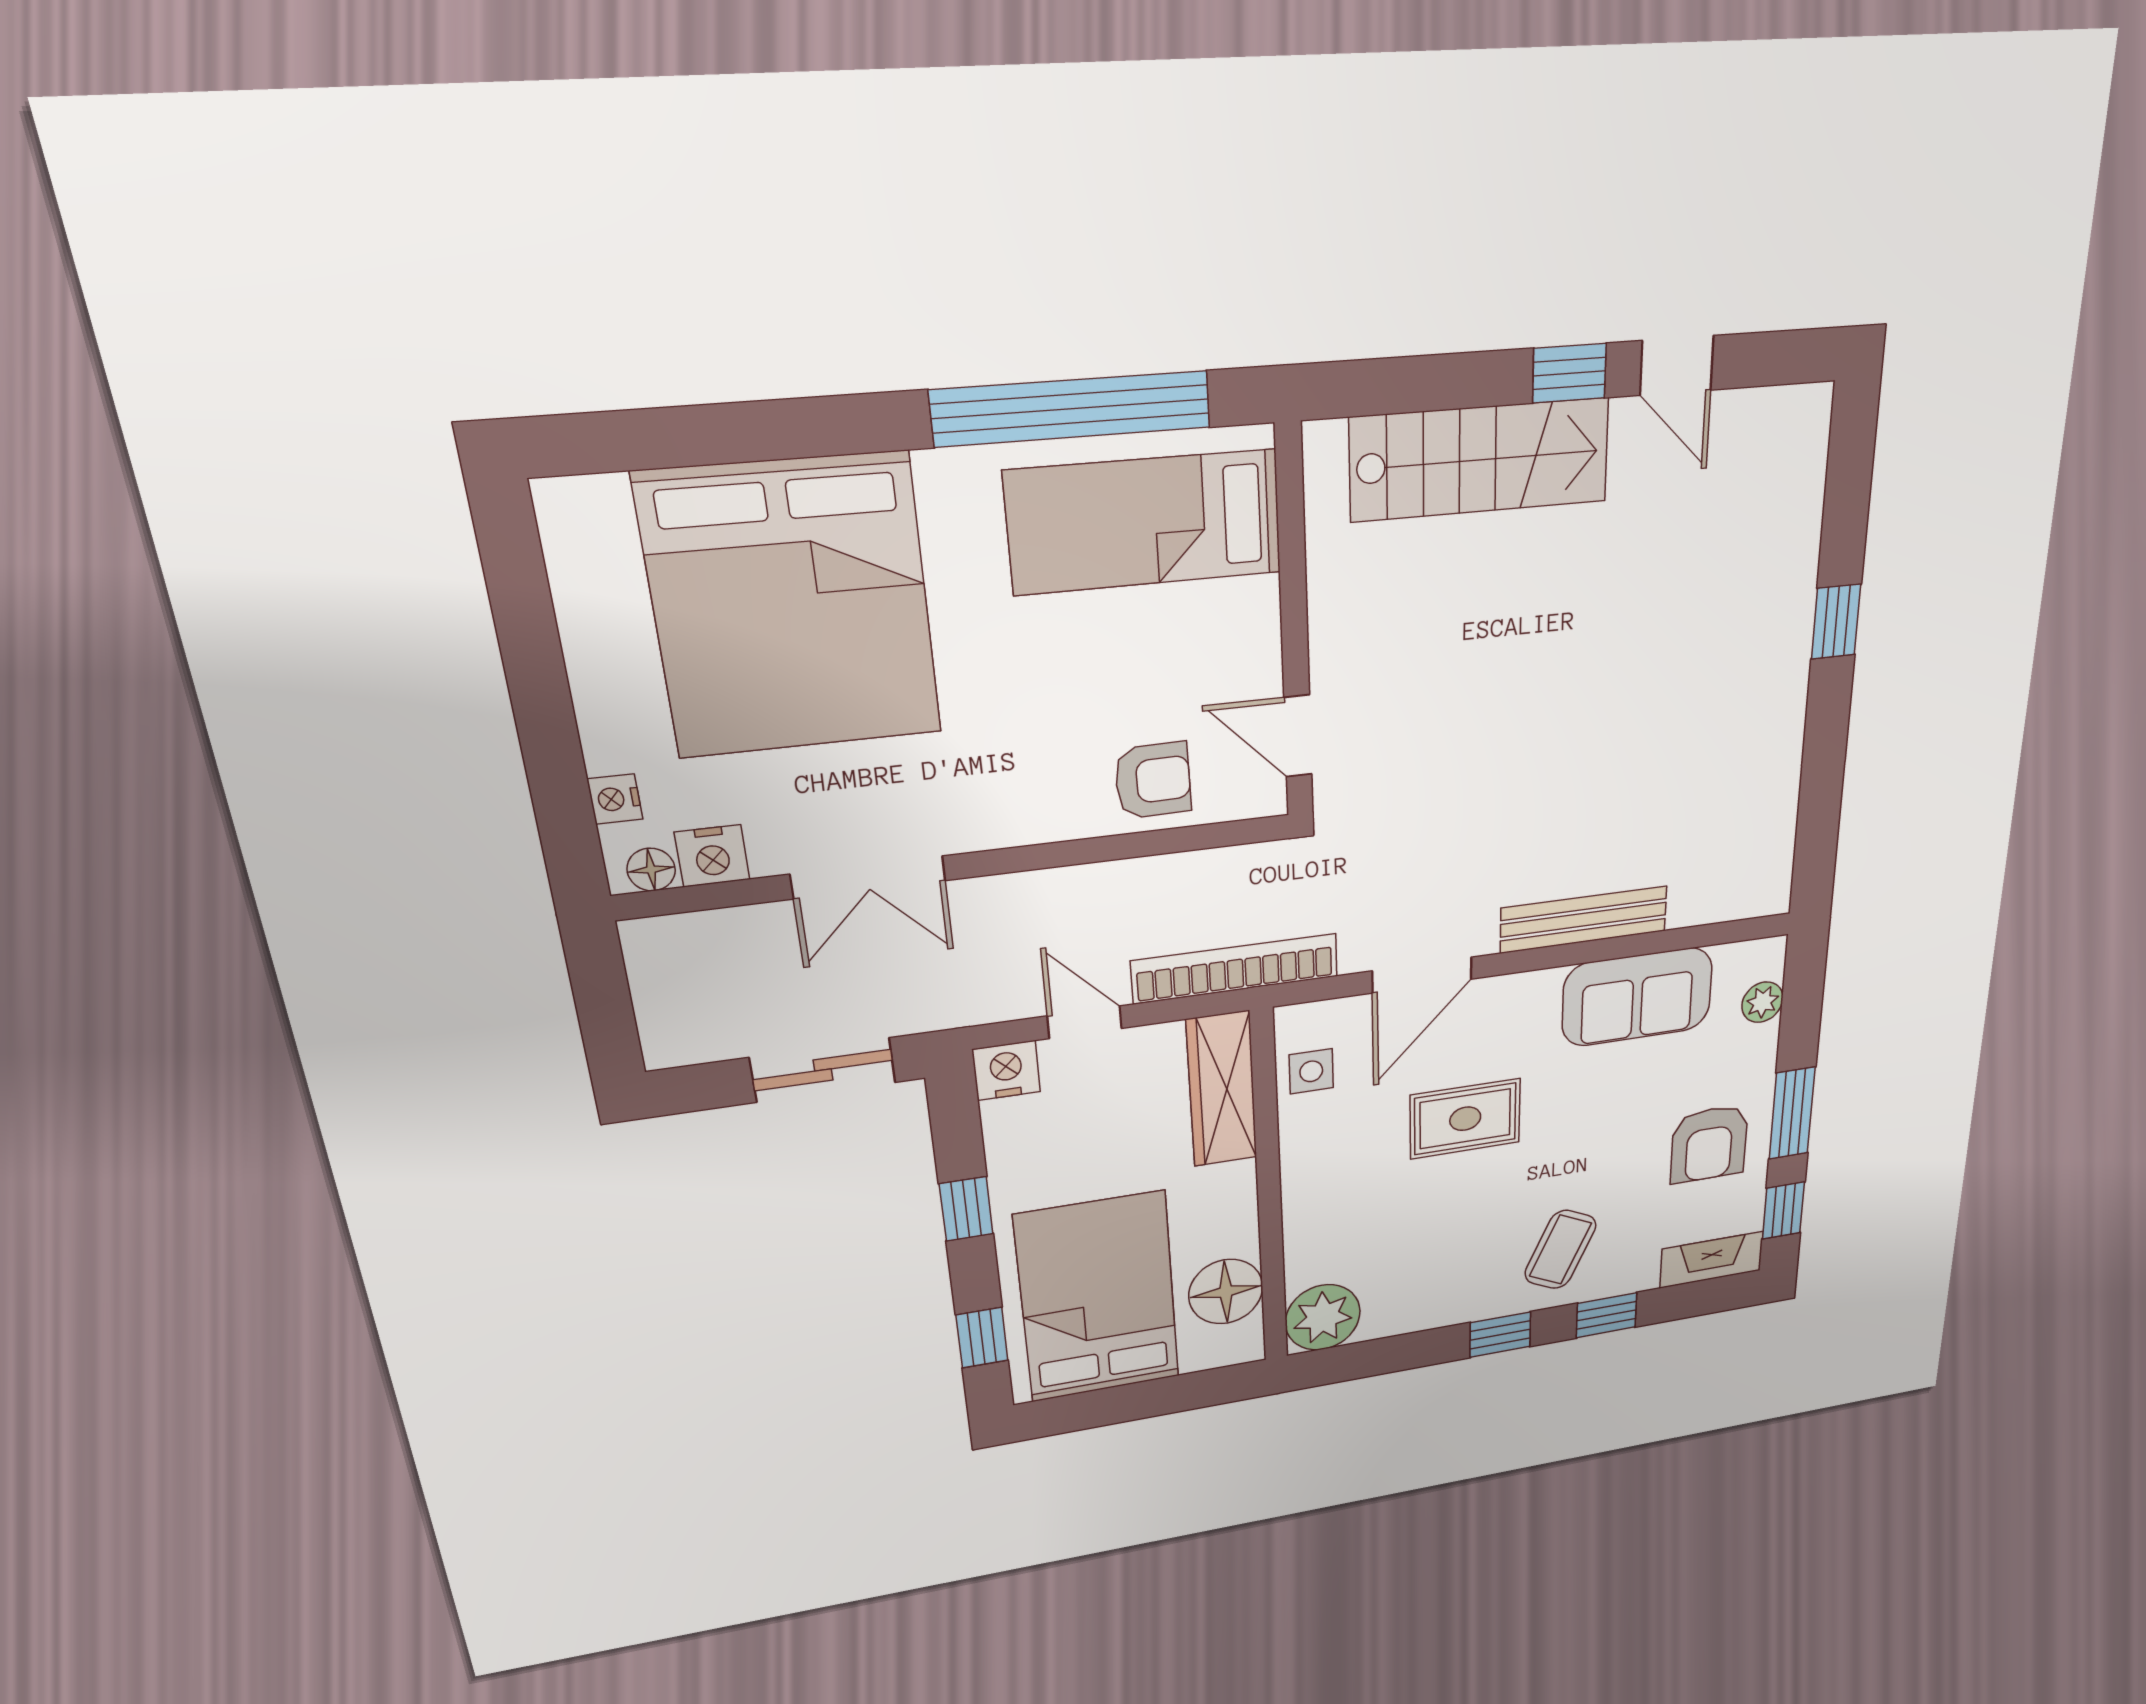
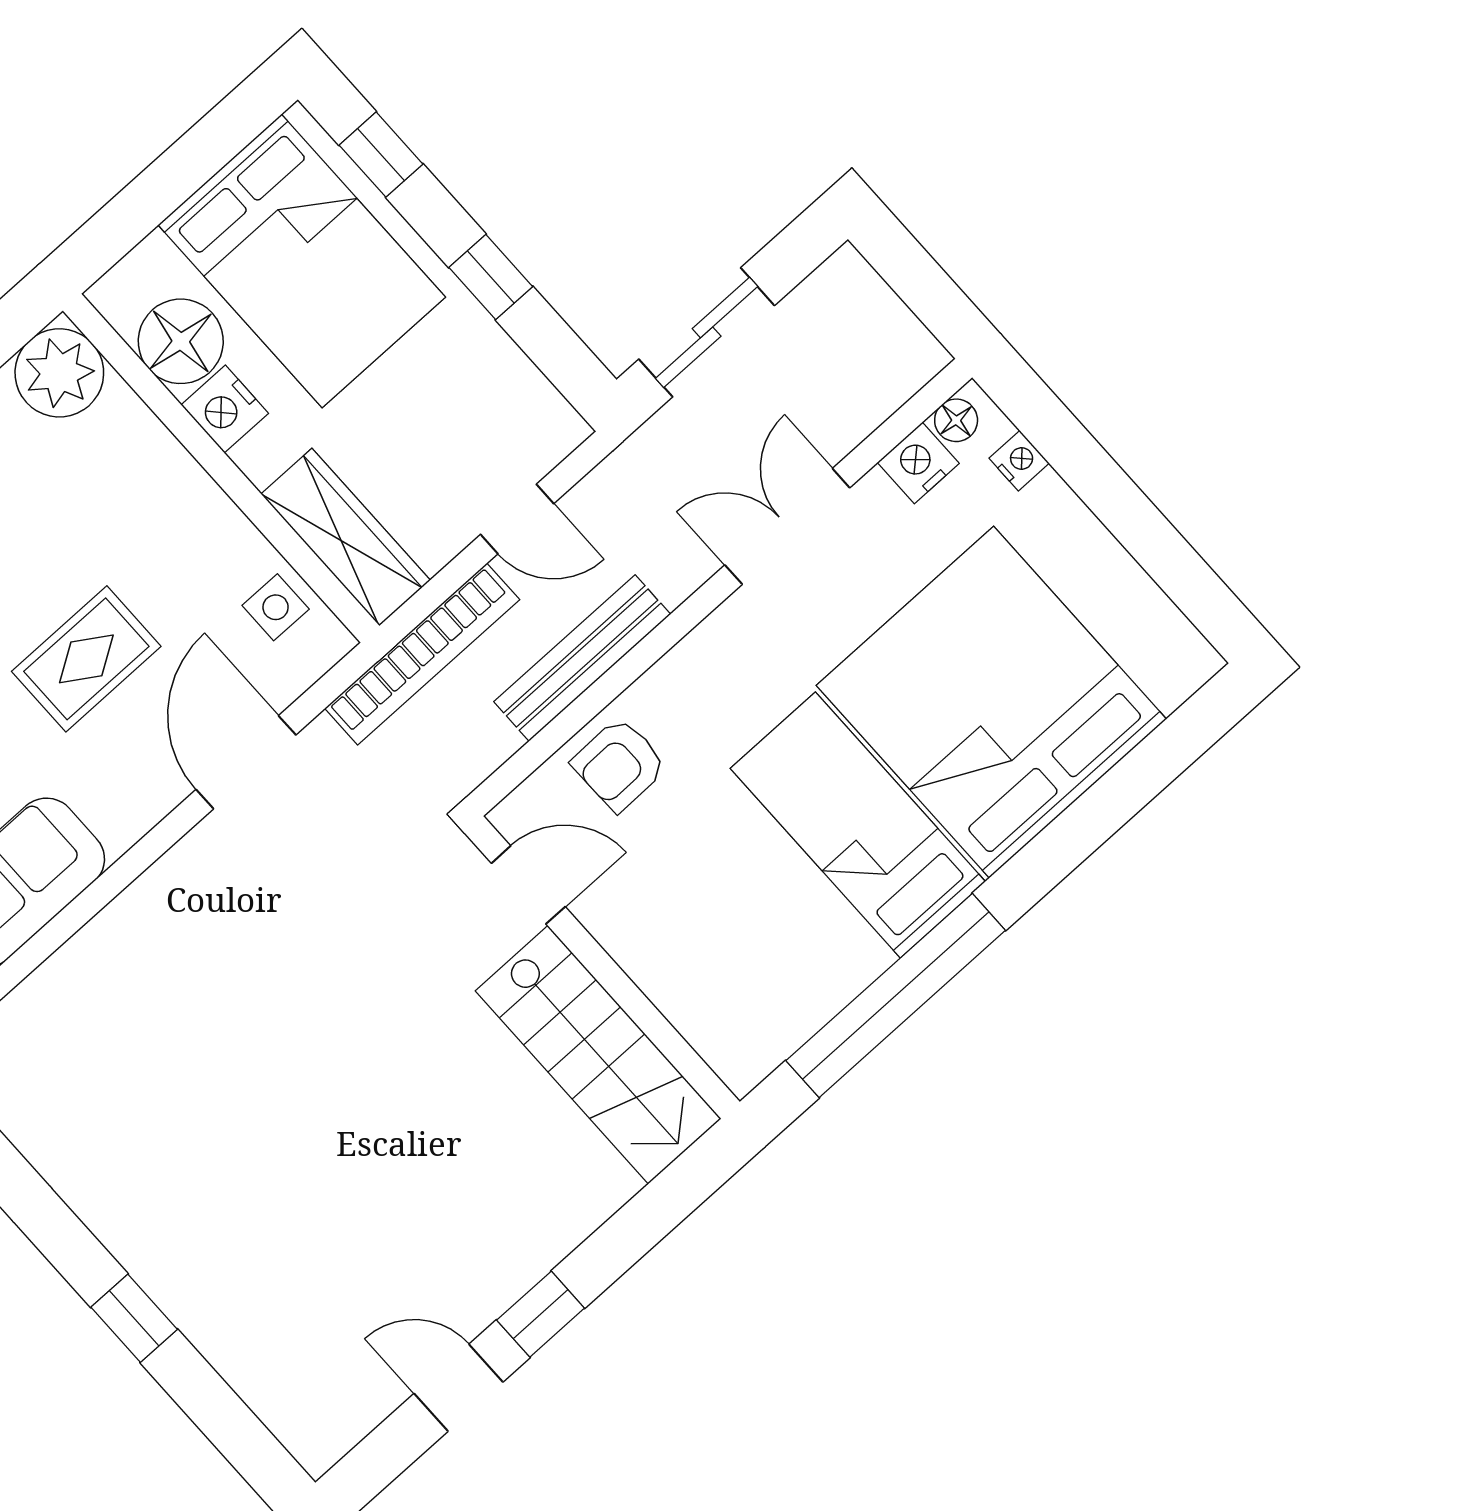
stairs: (1480, 460) -> (598, 1055), moved, turned -90
bed: (1145, 522) -> (858, 825), moved, turned -90
bench: (1584, 920) -> (582, 658), moved
nightstand: (1006, 1071) -> (225, 409), moved, turned 90

